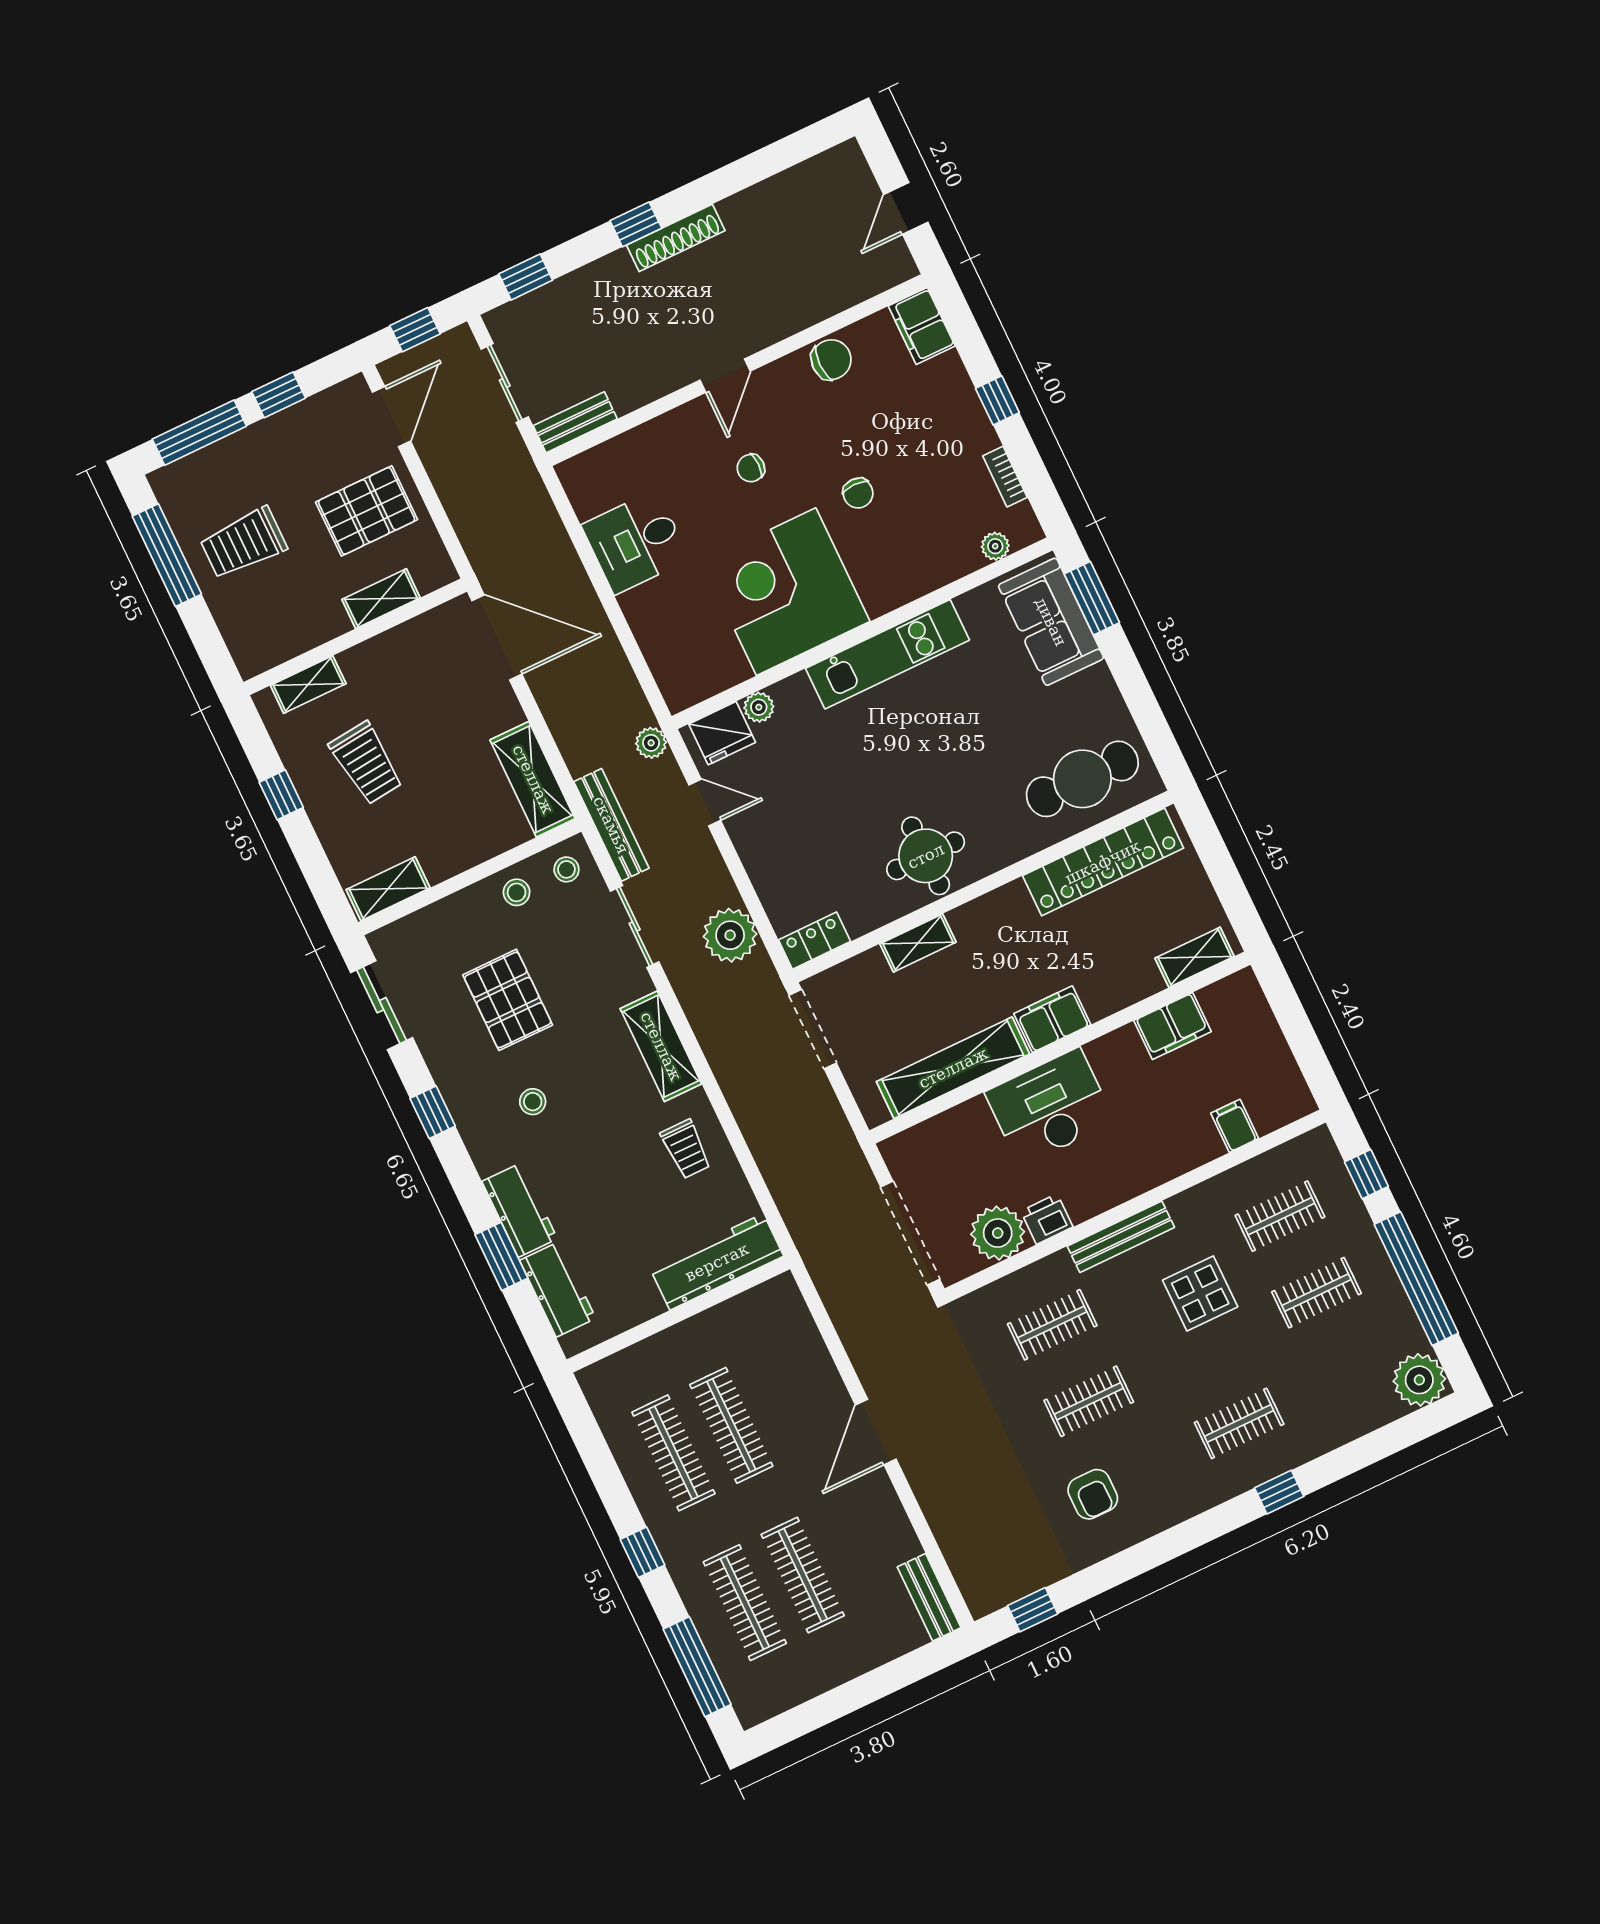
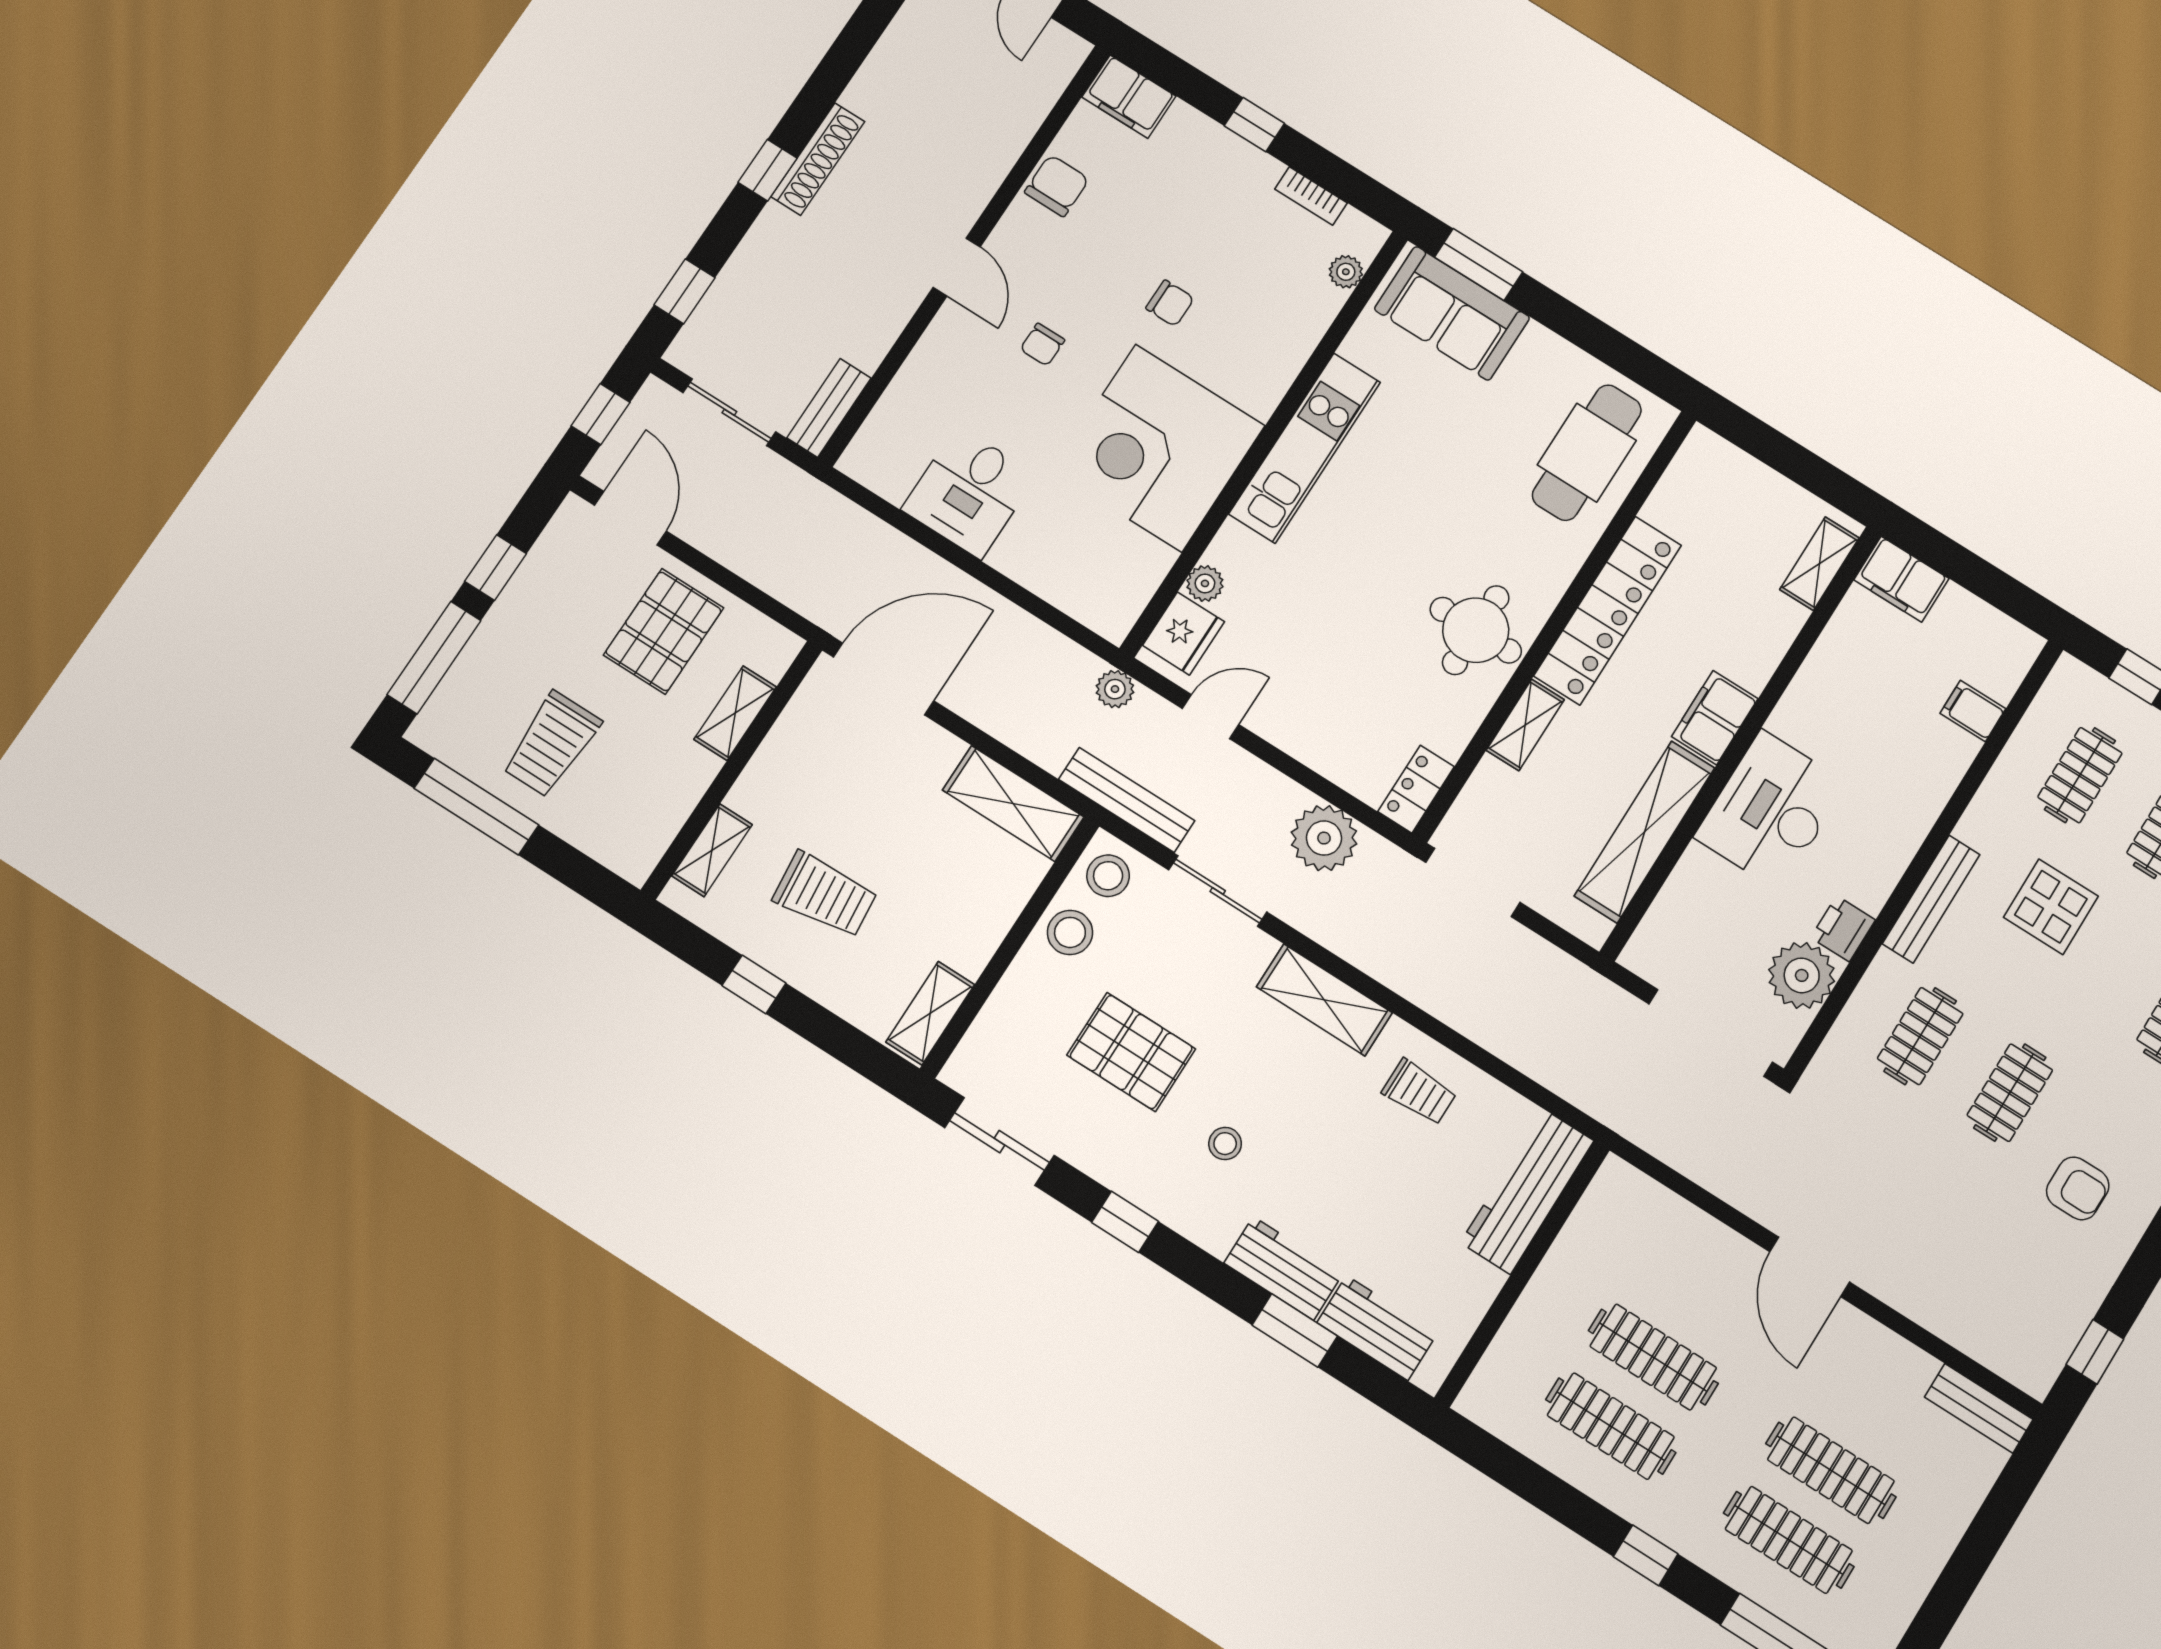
locker: (1103, 862) -> (1608, 611), moved
stool: (566, 869) -> (1108, 876), width x1.37, depth x1.37
stool: (517, 892) -> (1070, 932), width x1.37, depth x1.37
filing cabinet: (1172, 1026) -> (1901, 579), moved, turned 90

